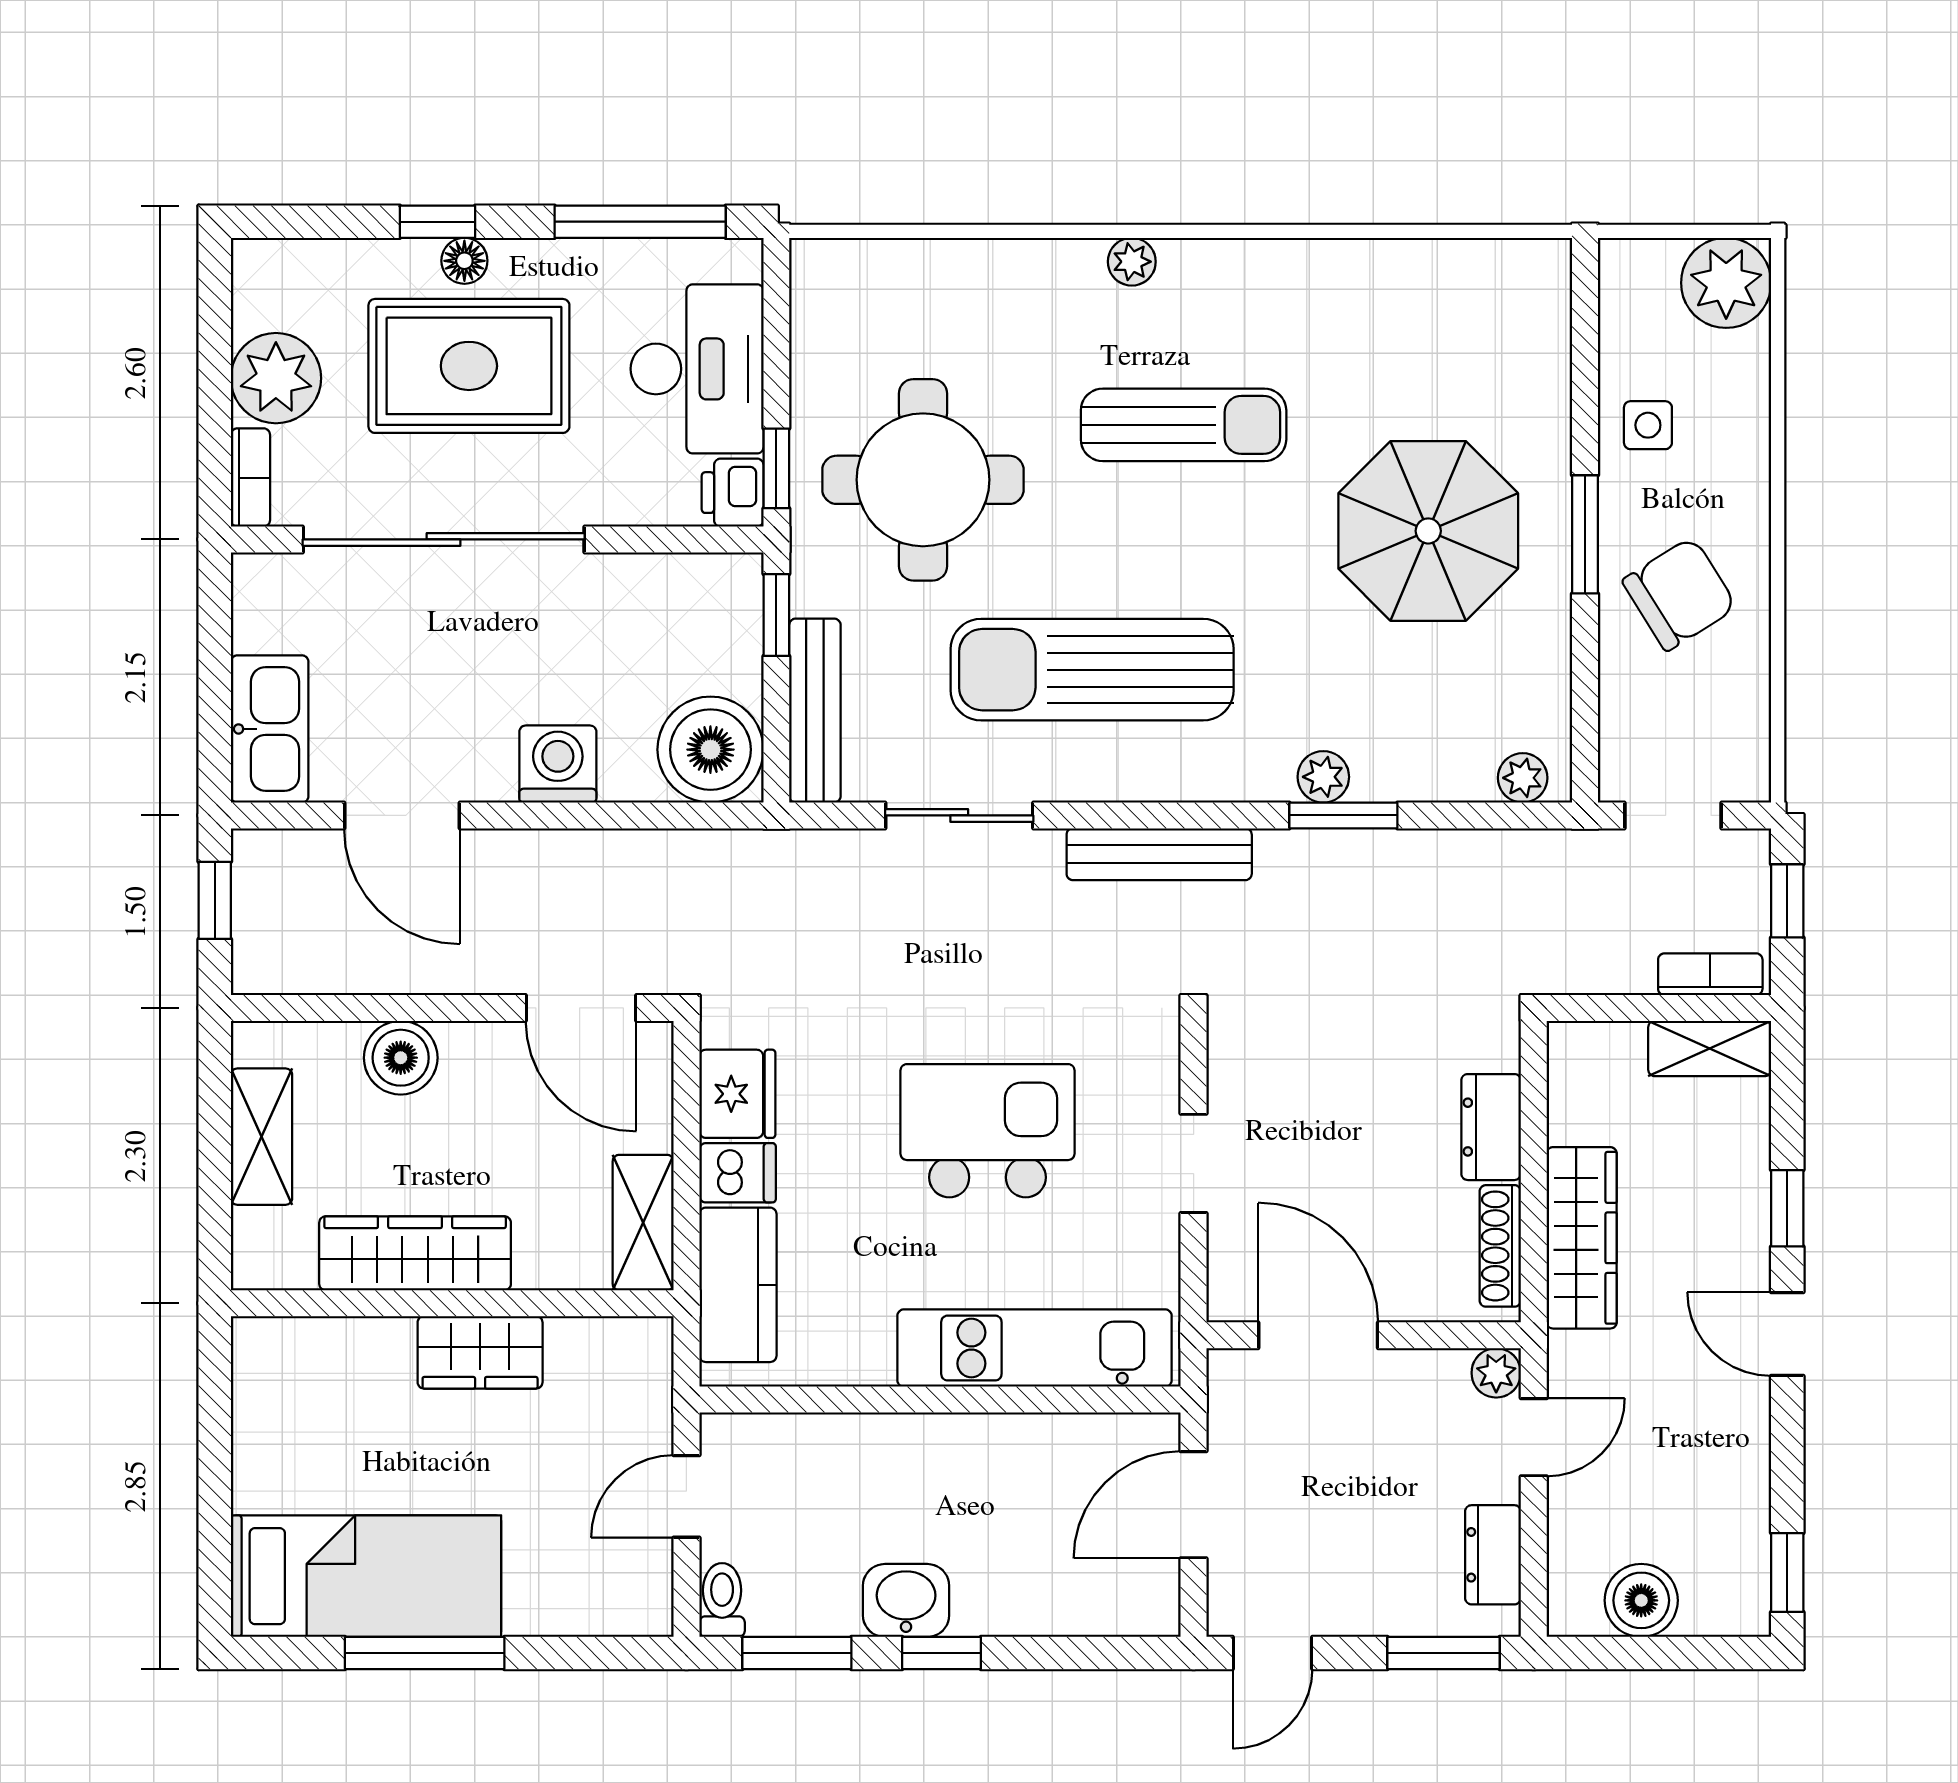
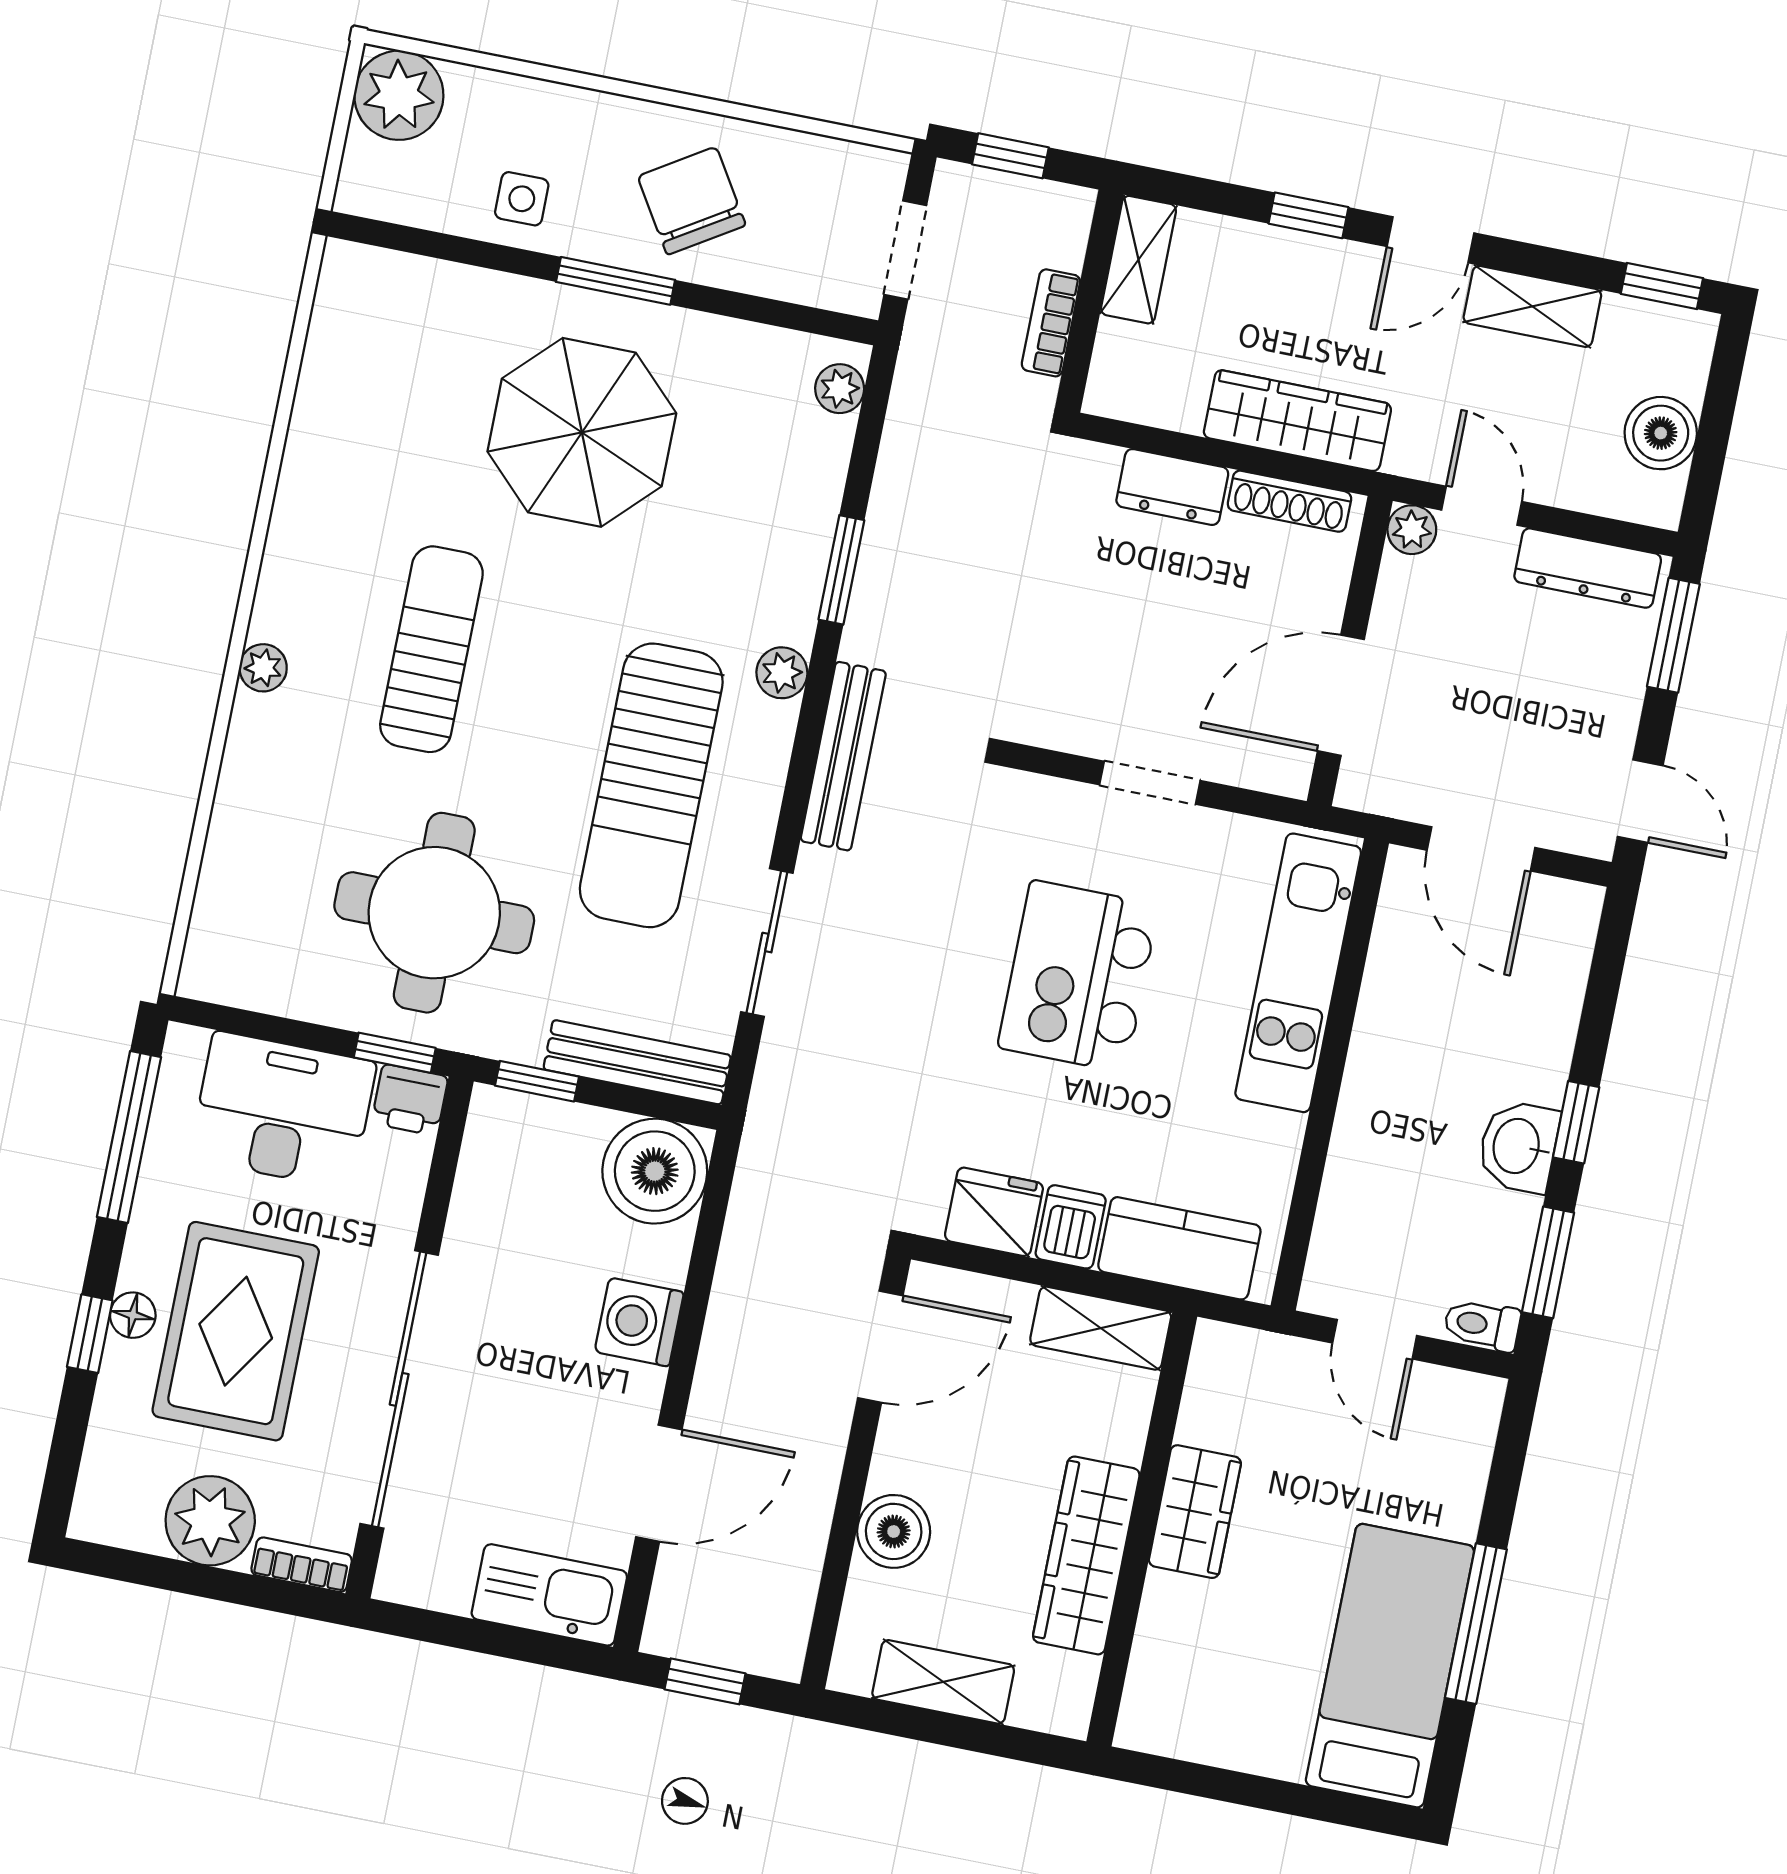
plant: (1323, 777) -> (782, 673), moved
bookcase: (1710, 974) -> (1051, 323), moved
shelving: (1741, 1448) -> (1532, 306), added
dresser: (1493, 1555) -> (1588, 568), width x1.44

